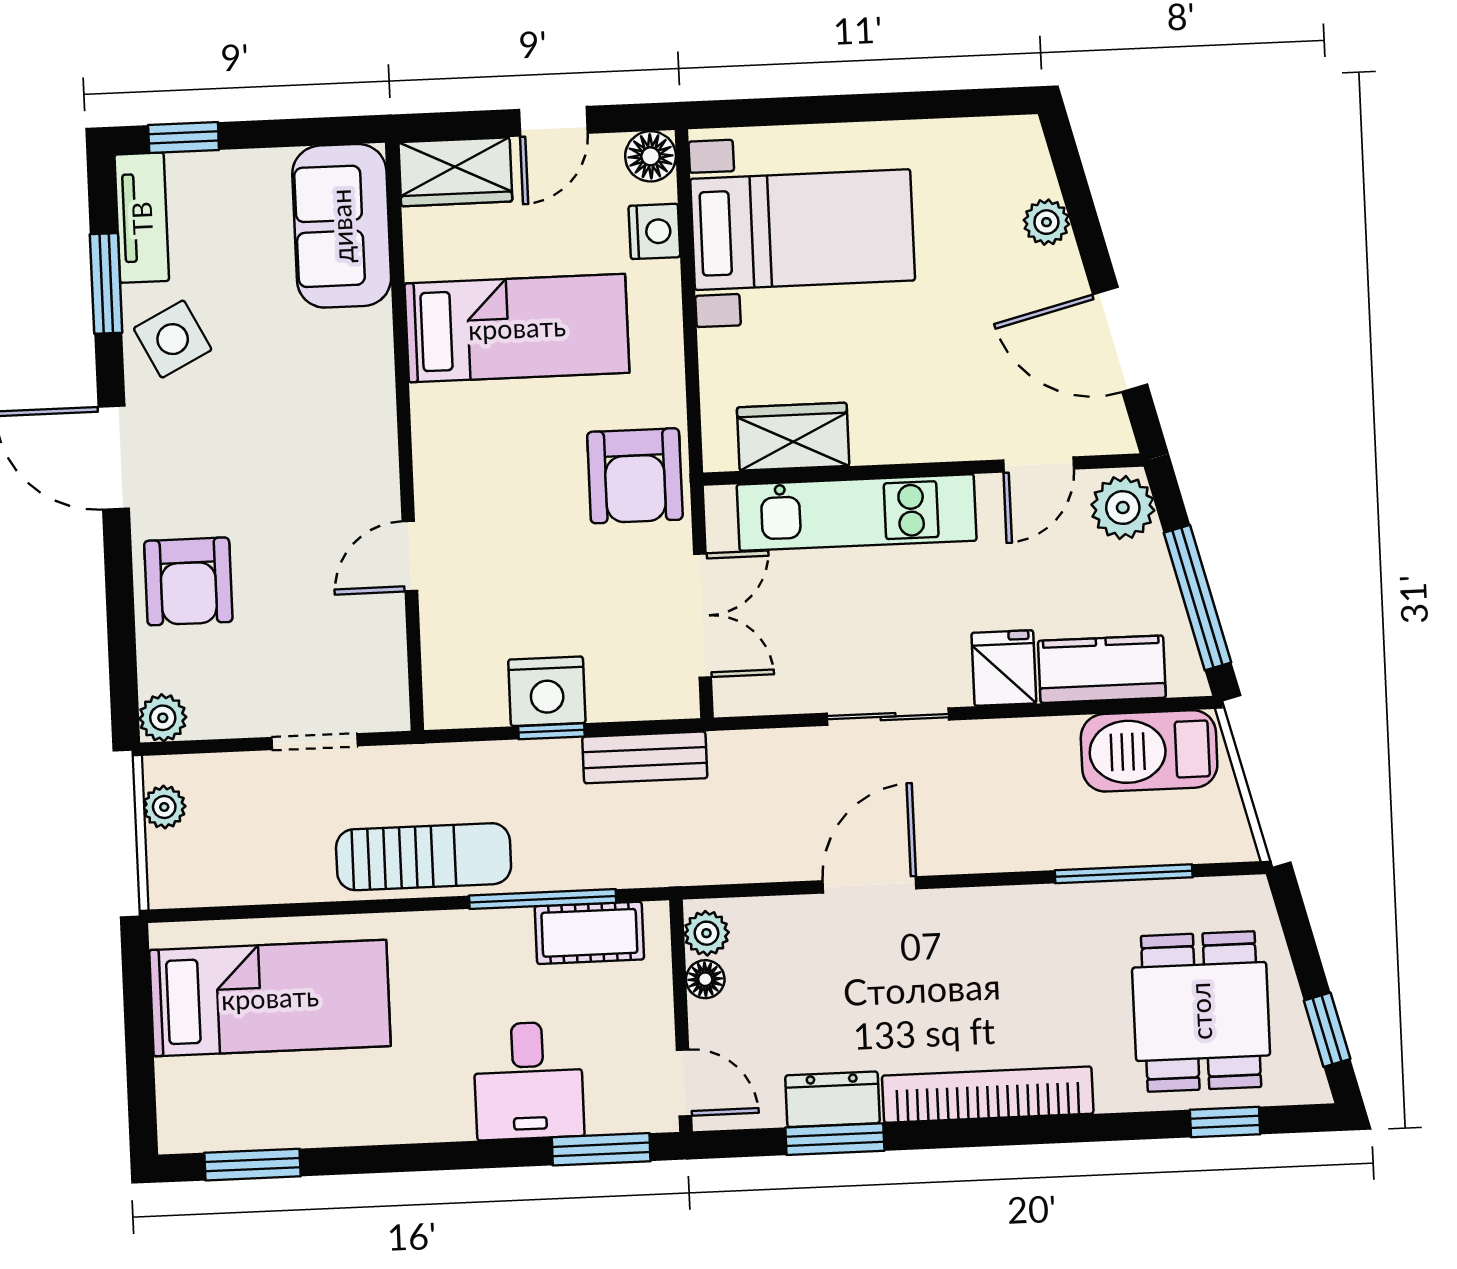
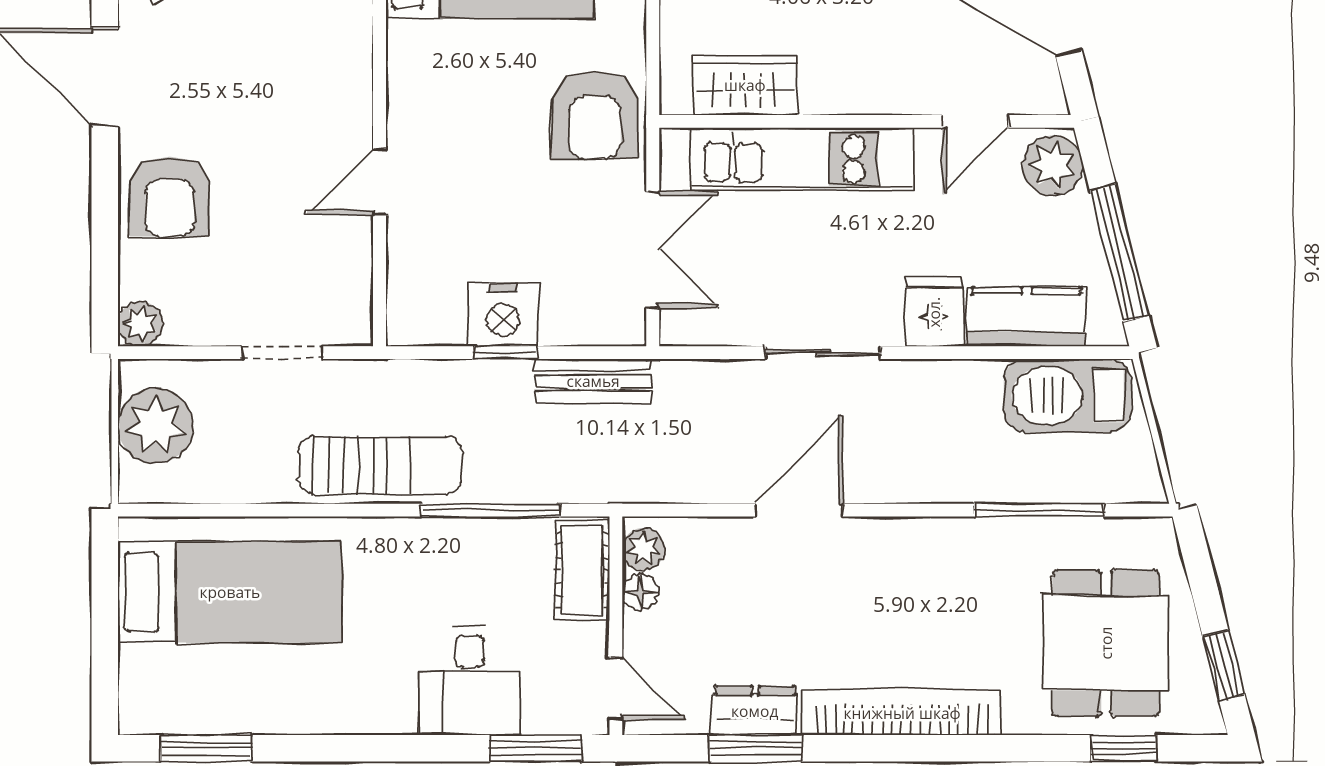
plant: (164, 807) -> (156, 426), width x1.88, depth x1.88
cot: (589, 933) -> (582, 570), moved, turned 90

